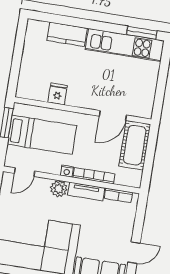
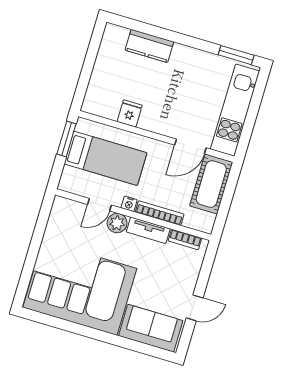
kitchen unit: (125, 45) -> (235, 110), moved, turned 90
door: (25, 172) -> (99, 205), moved

